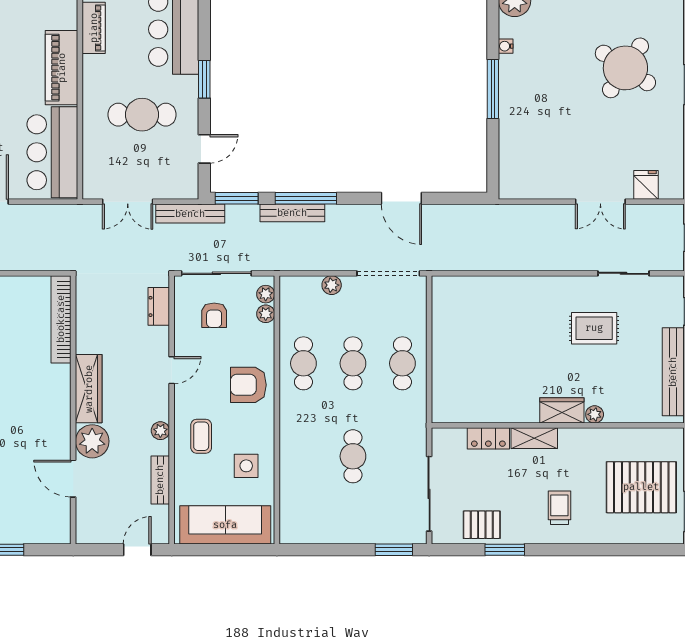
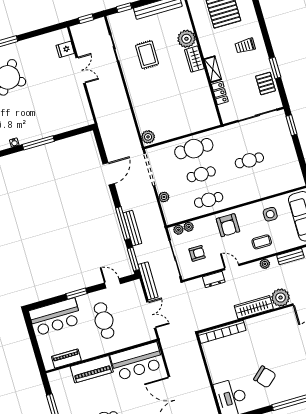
plant: (447, 288) -> (148, 137), added
dresser: (159, 306) -> (214, 279), moved
cafe table: (402, 363) -> (194, 149), width x1.37, depth x1.35
plant: (595, 414) -> (186, 39), width x1.87, depth x1.87

